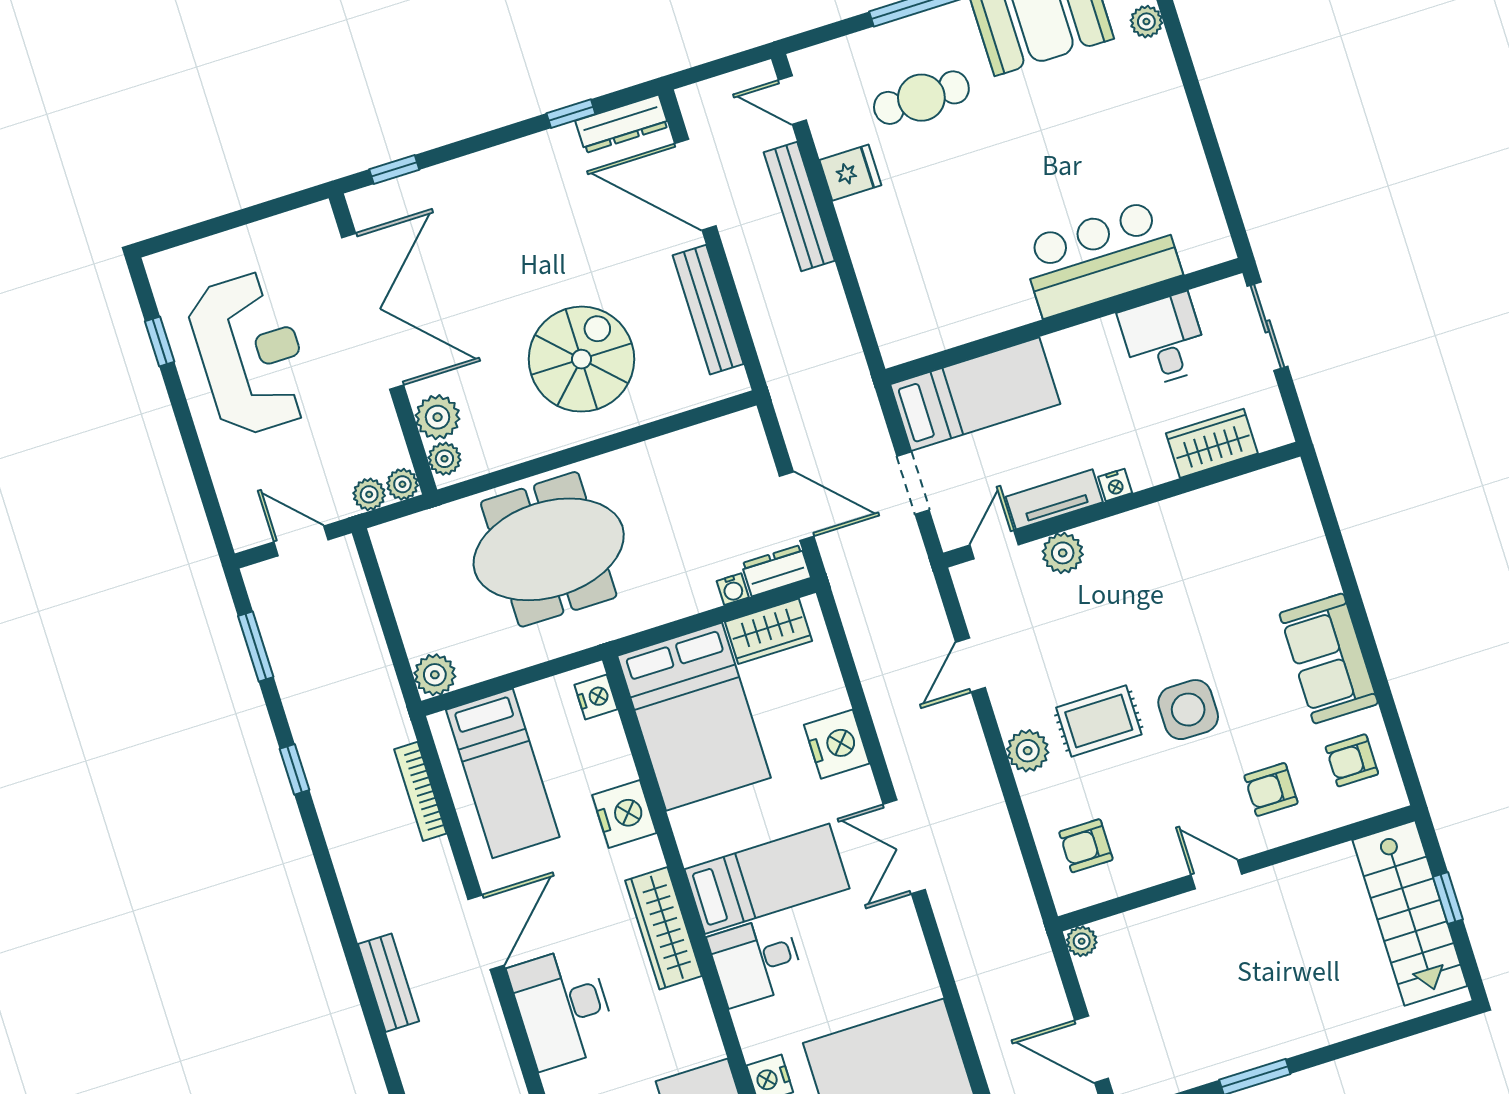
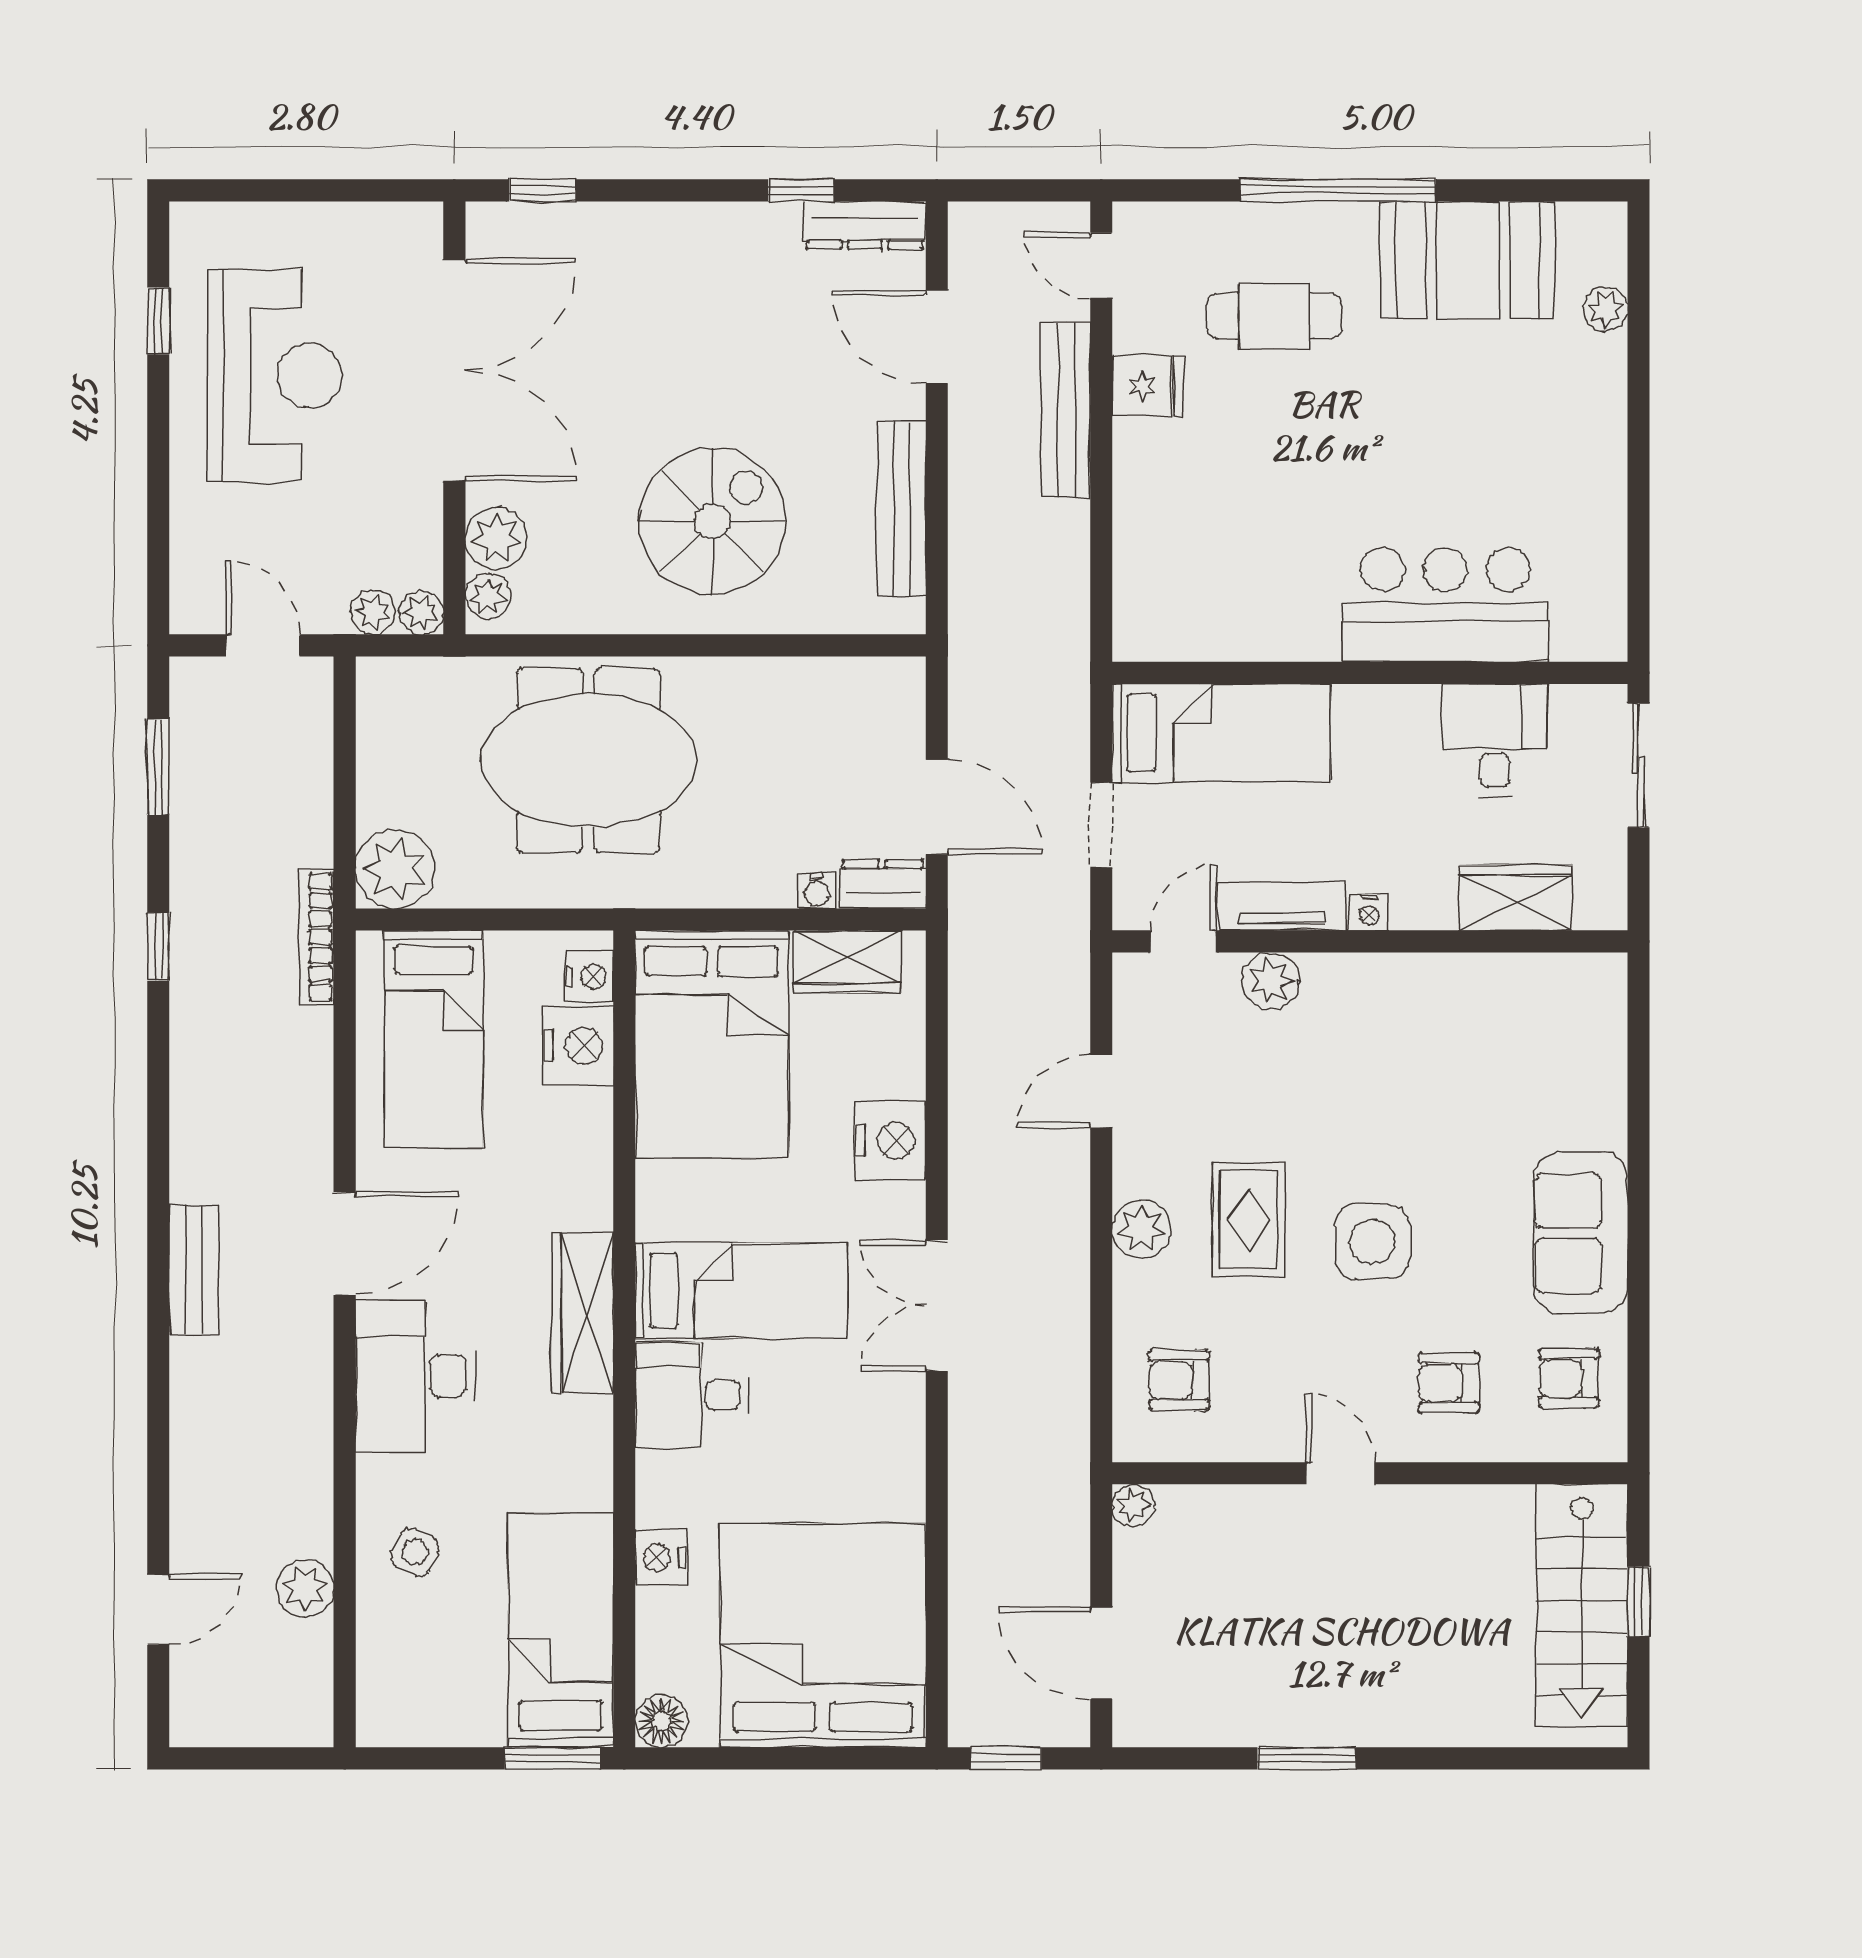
door: (695, 185) -> (937, 337), width x0.73
plant: (435, 675) -> (395, 869), width x1.36, depth x1.36
rug: (1099, 721) -> (1249, 1220), turned 90
bookcase: (420, 791) -> (316, 937), moved
nightstand: (624, 814) -> (578, 1046), moved

